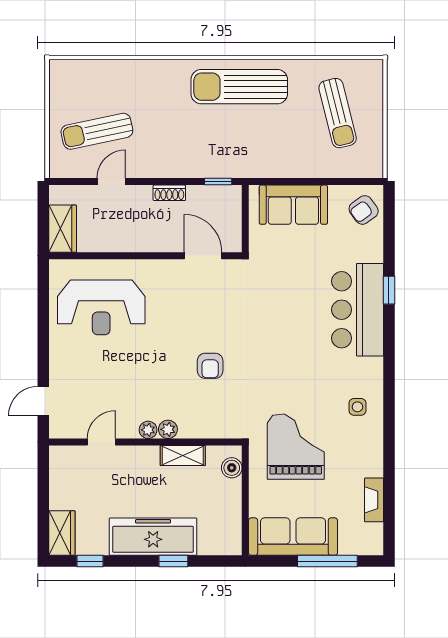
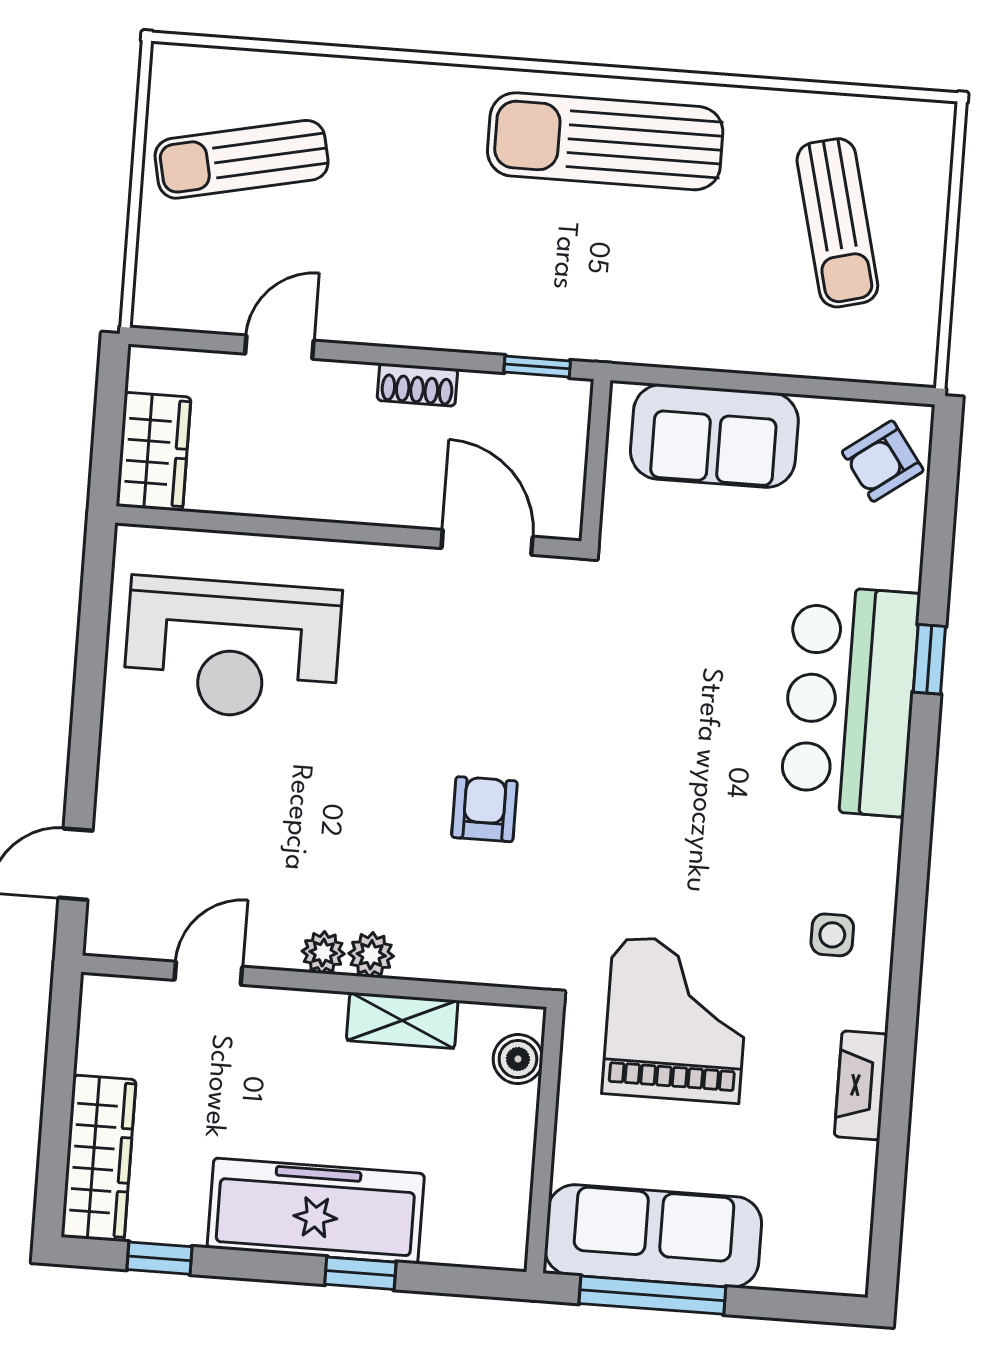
sun lounger: (97, 131) -> (242, 159), moved
armchair: (210, 366) -> (484, 809), turned 180
fireplace: (374, 500) -> (861, 1085), moved
wardrobe: (62, 533) -> (99, 1158), width x1.50
window: (327, 561) -> (652, 1295), moved

